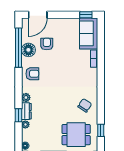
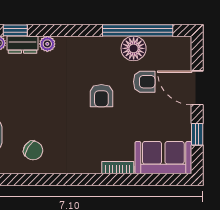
door: (38, 15) -> (197, 88), moved
window: (86, 15) -> (197, 134), moved
armchair: (32, 74) -> (101, 96), moved

